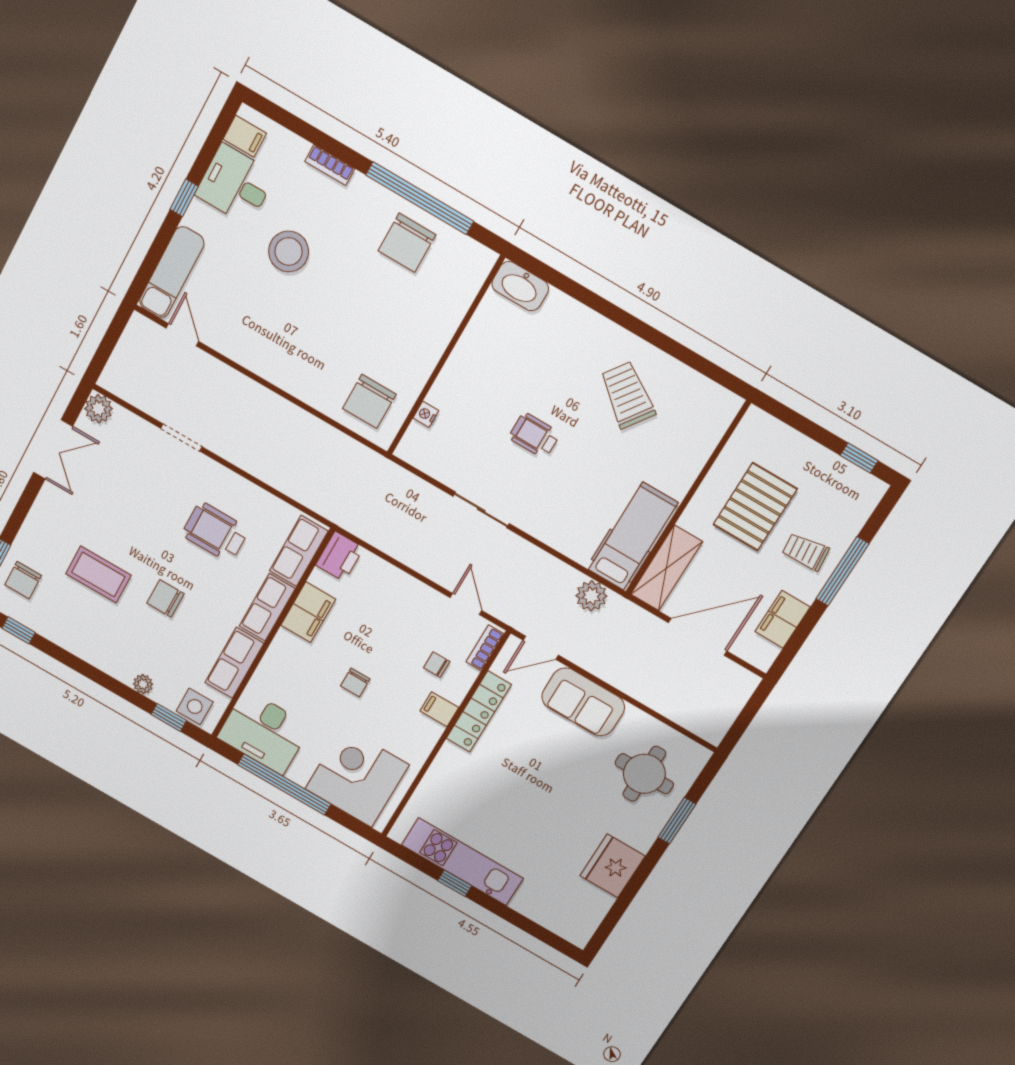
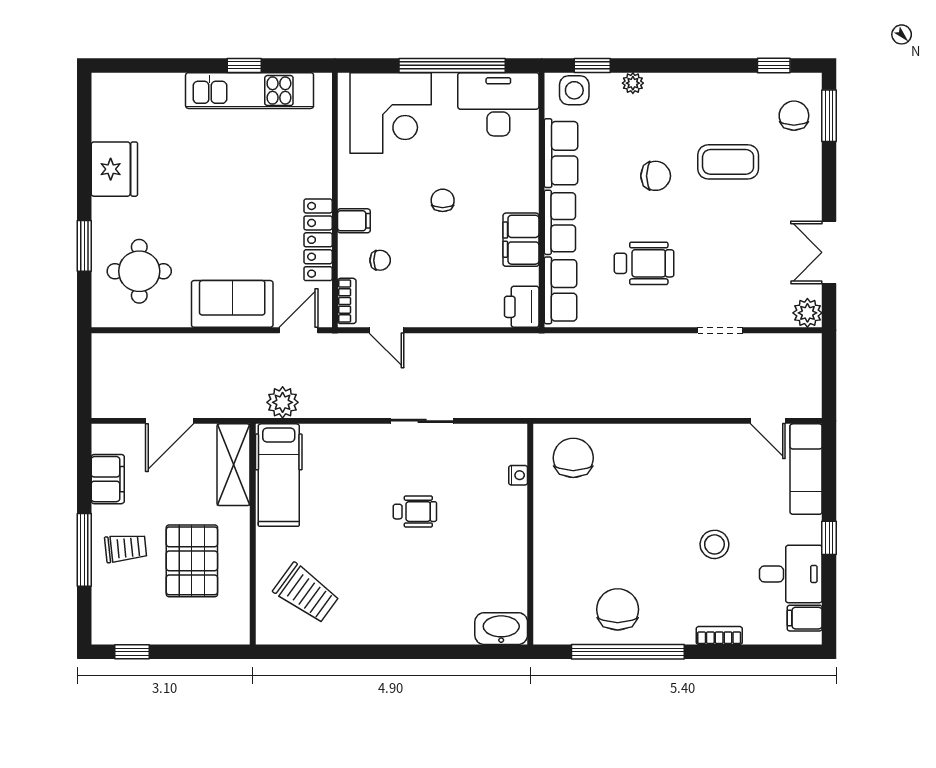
stool: (289, 251) -> (714, 544), width x0.73, depth x0.73
trolley: (627, 395) -> (306, 593), moved
door: (698, 637) -> (170, 421), width x0.73

